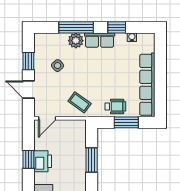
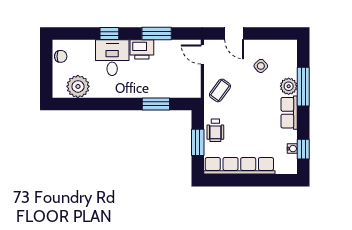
window: (117, 27) -> (303, 149), moved
window: (28, 61) -> (266, 34), removed
door: (28, 90) -> (234, 34), swing flipped
window: (28, 159) -> (157, 34), width x1.50
printer: (43, 161) -> (142, 49), moved

